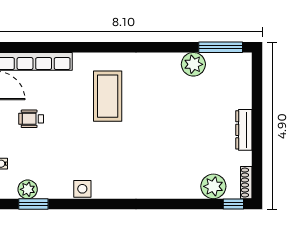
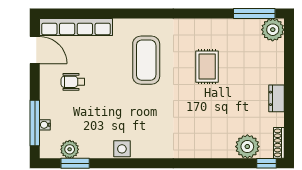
plant: (193, 64) -> (273, 30), moved
rug: (171, 103) -> (207, 67), added
dresser: (244, 130) -> (276, 98), width x0.70

